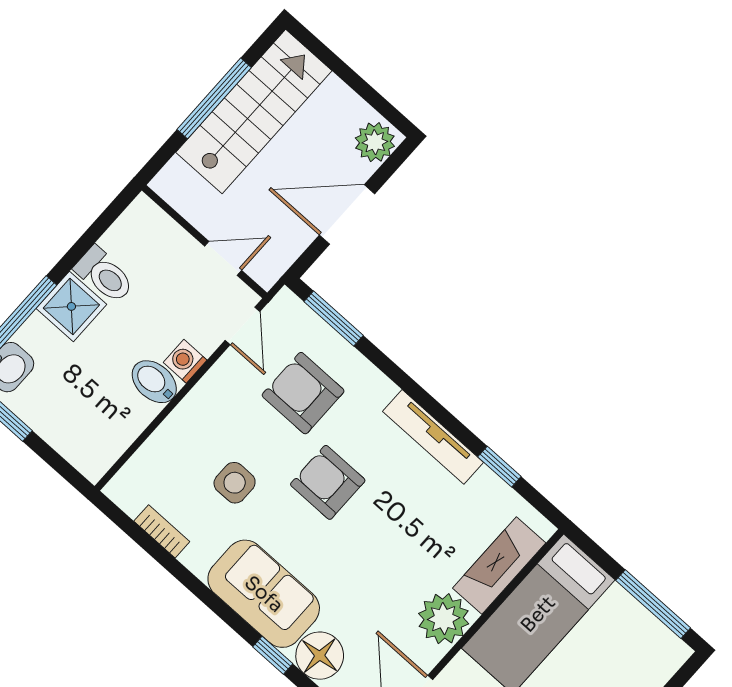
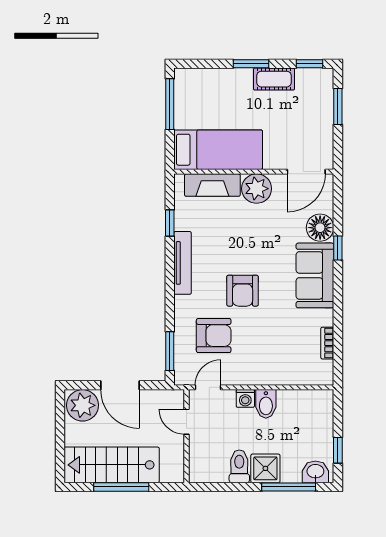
plant: (375, 142) -> (82, 405), width x1.36, depth x1.36
armchair: (303, 393) -> (214, 336), turned -90
side table: (235, 483) -> (278, 331), removed

